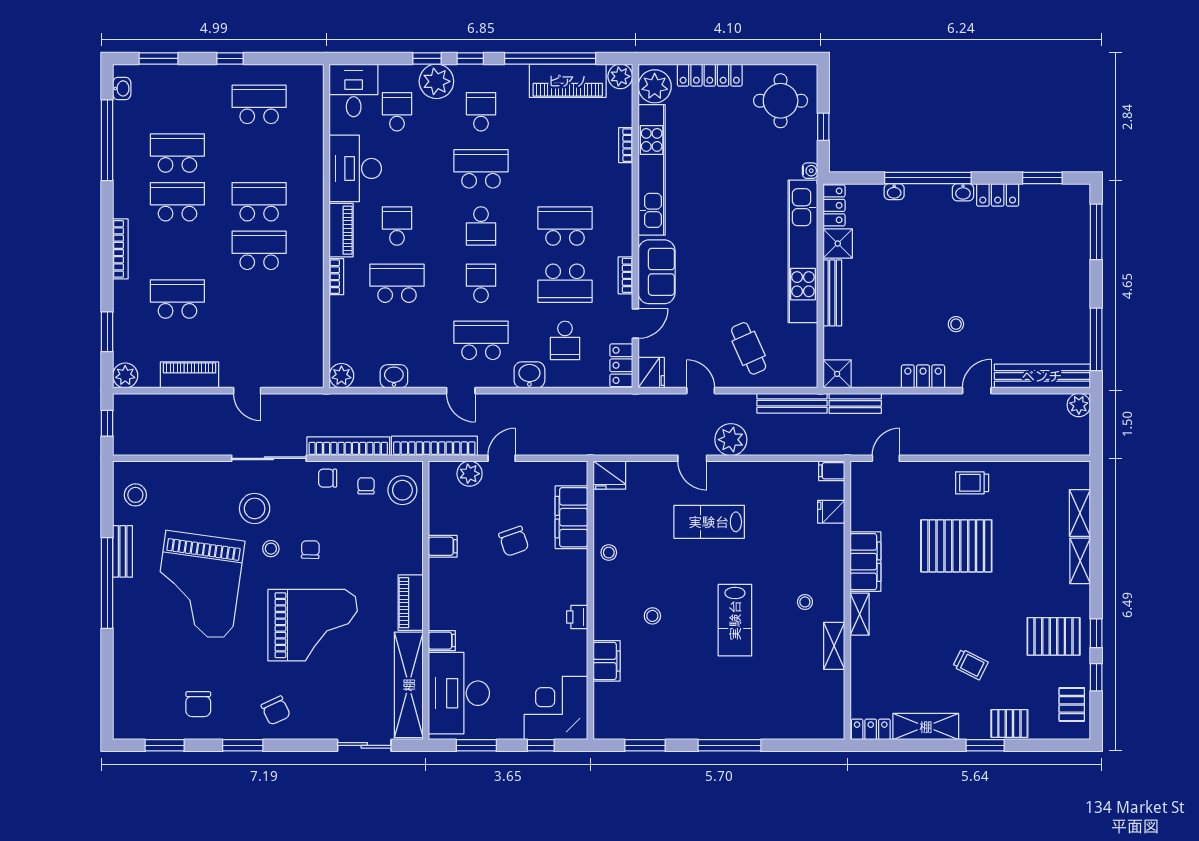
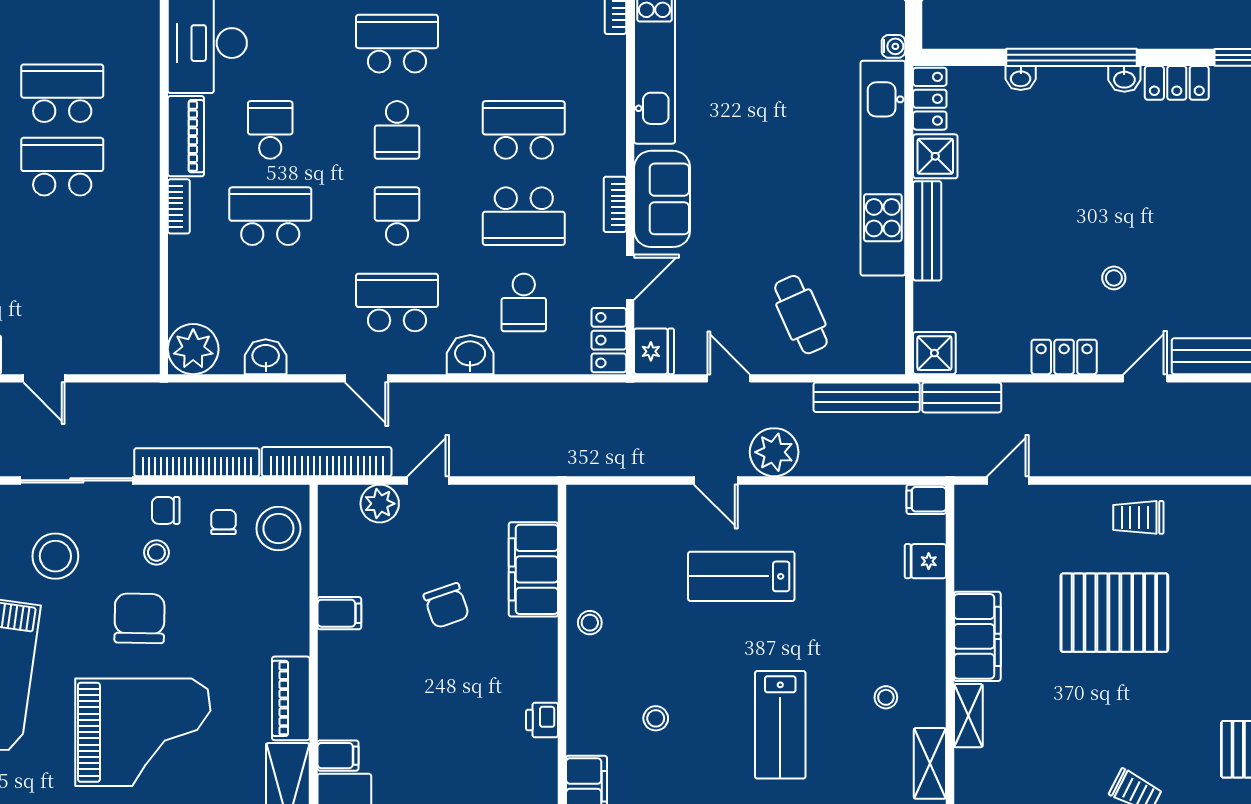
plant: (341, 376) -> (193, 349), width x1.36, depth x1.36
fridge: (609, 475) -> (591, 506), removed
stool: (271, 549) -> (156, 553), moved
chair: (310, 550) -> (139, 618), width x1.87, depth x1.87

